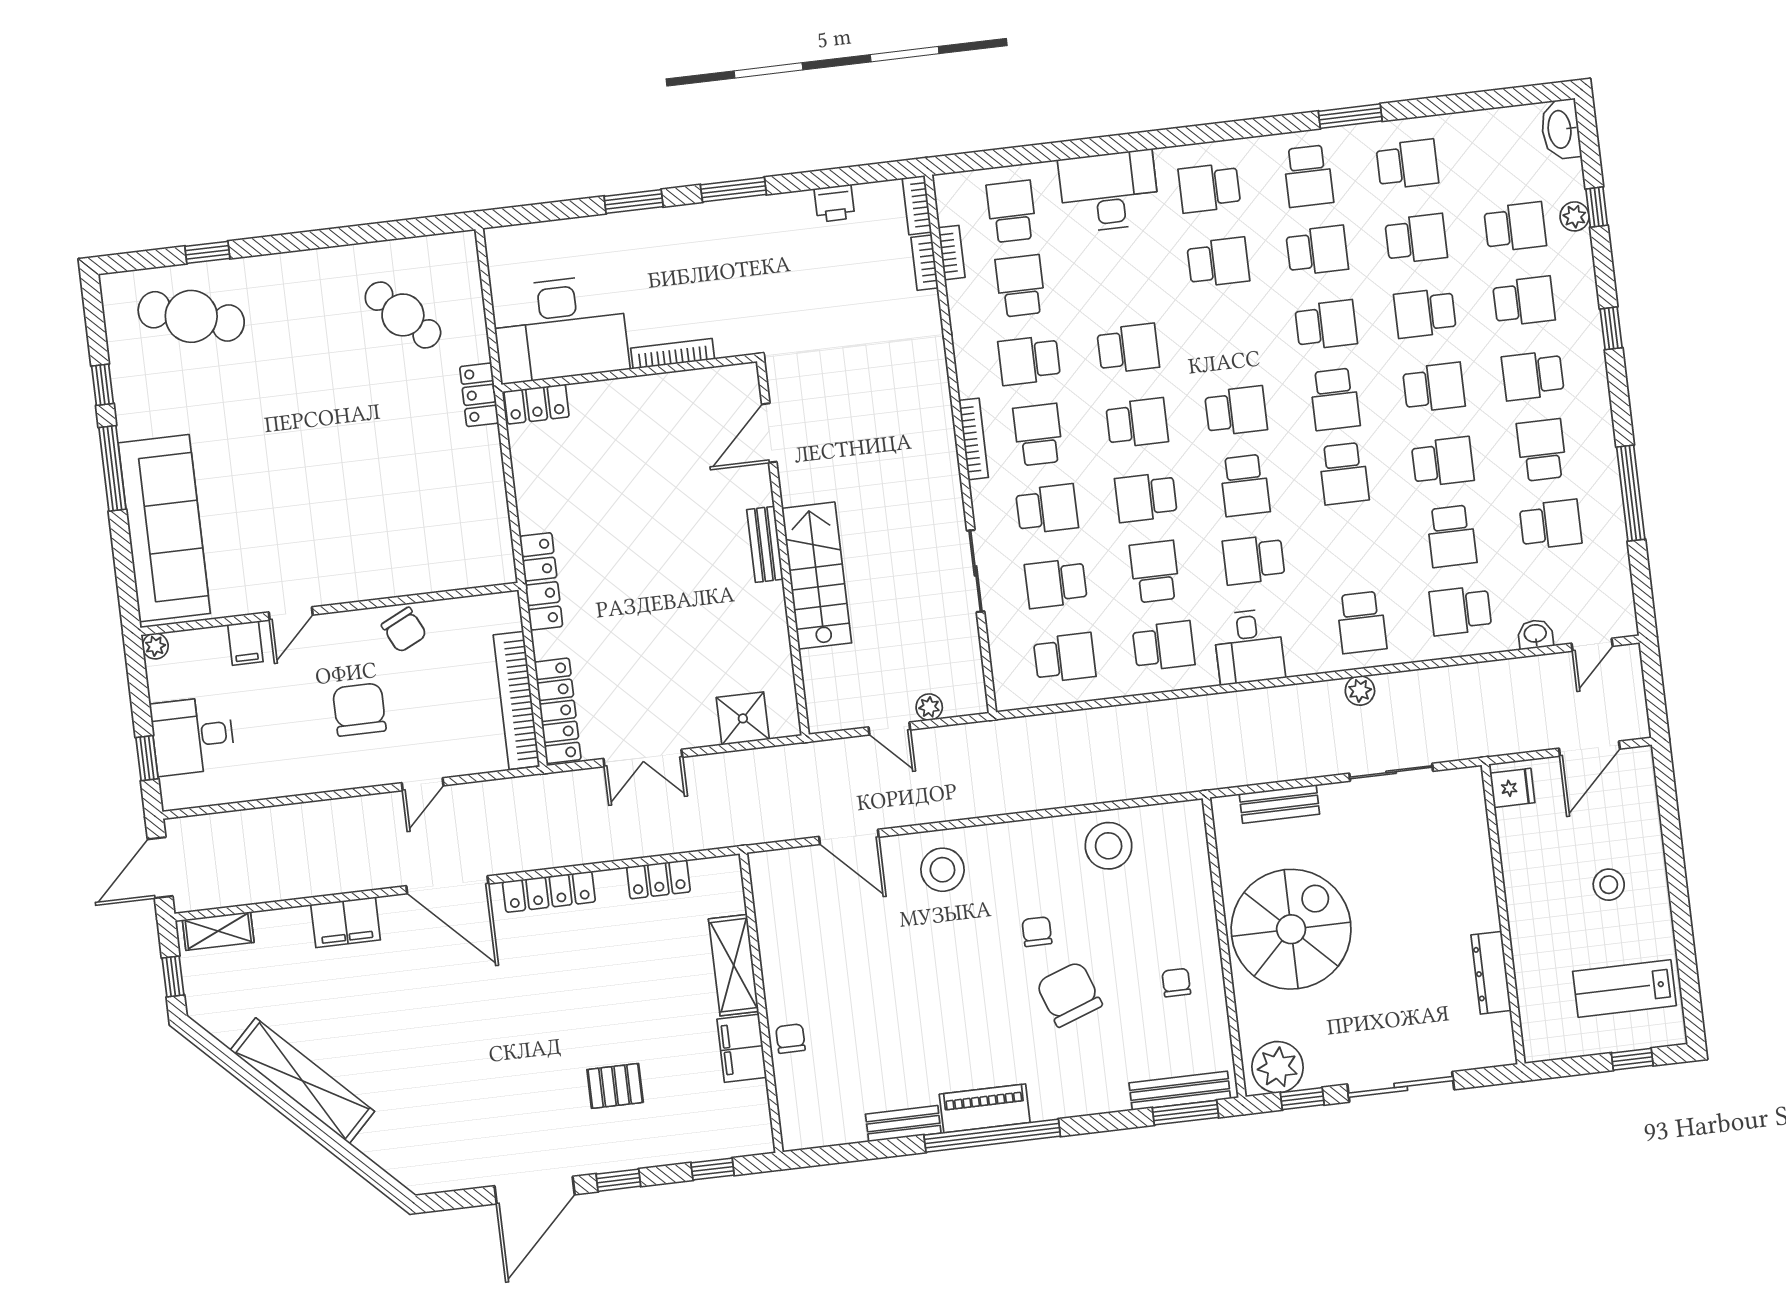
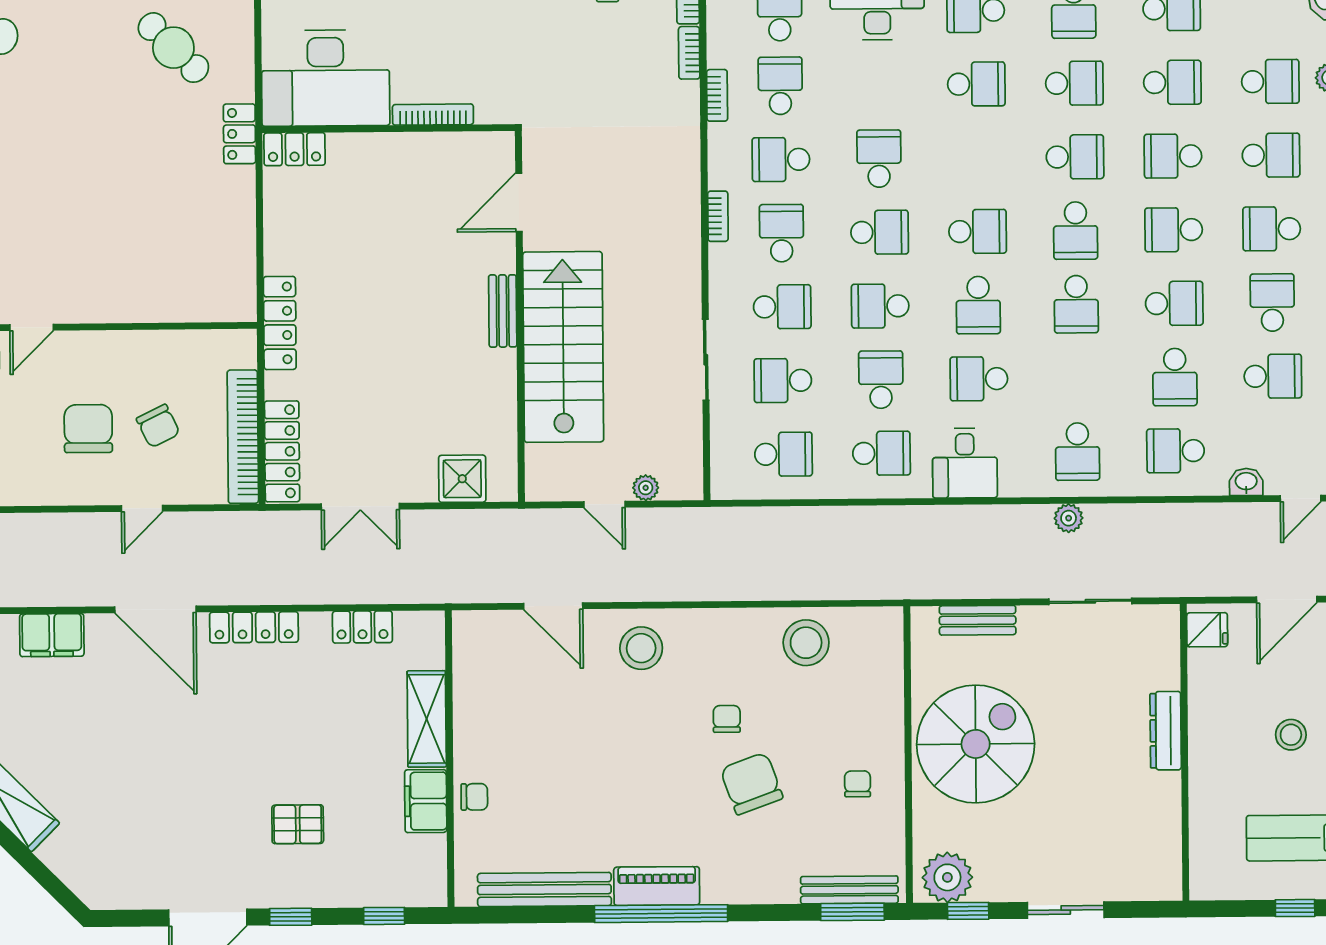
bookcase: (952, 253) -> (717, 95), moved
school desk: (1128, 348) -> (879, 159), turned -90
school desk: (1434, 387) -> (1174, 230), turned 180
bookcase: (974, 439) -> (718, 216), width x0.64
stairs: (817, 576) -> (563, 347), width x1.36, depth x1.51
chair: (404, 630) -> (158, 426), moved
dresser: (1491, 973) -> (1166, 731), moved
chair: (790, 1039) -> (474, 797), turned 90
sliding door: (1401, 1087) -> (1066, 910), width x0.73
bench: (903, 1124) -> (544, 890), width x1.86, depth x1.21

